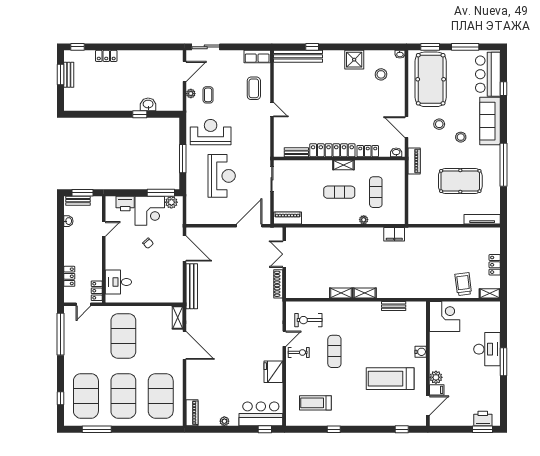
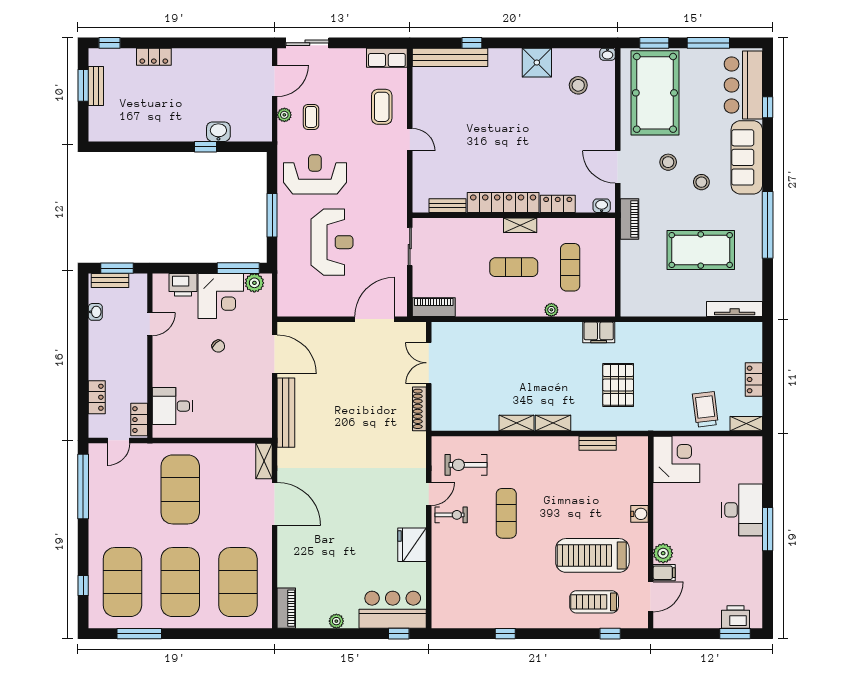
pallet: (407, 268) -> (618, 385), added
treadmill: (315, 403) -> (594, 602), moved

